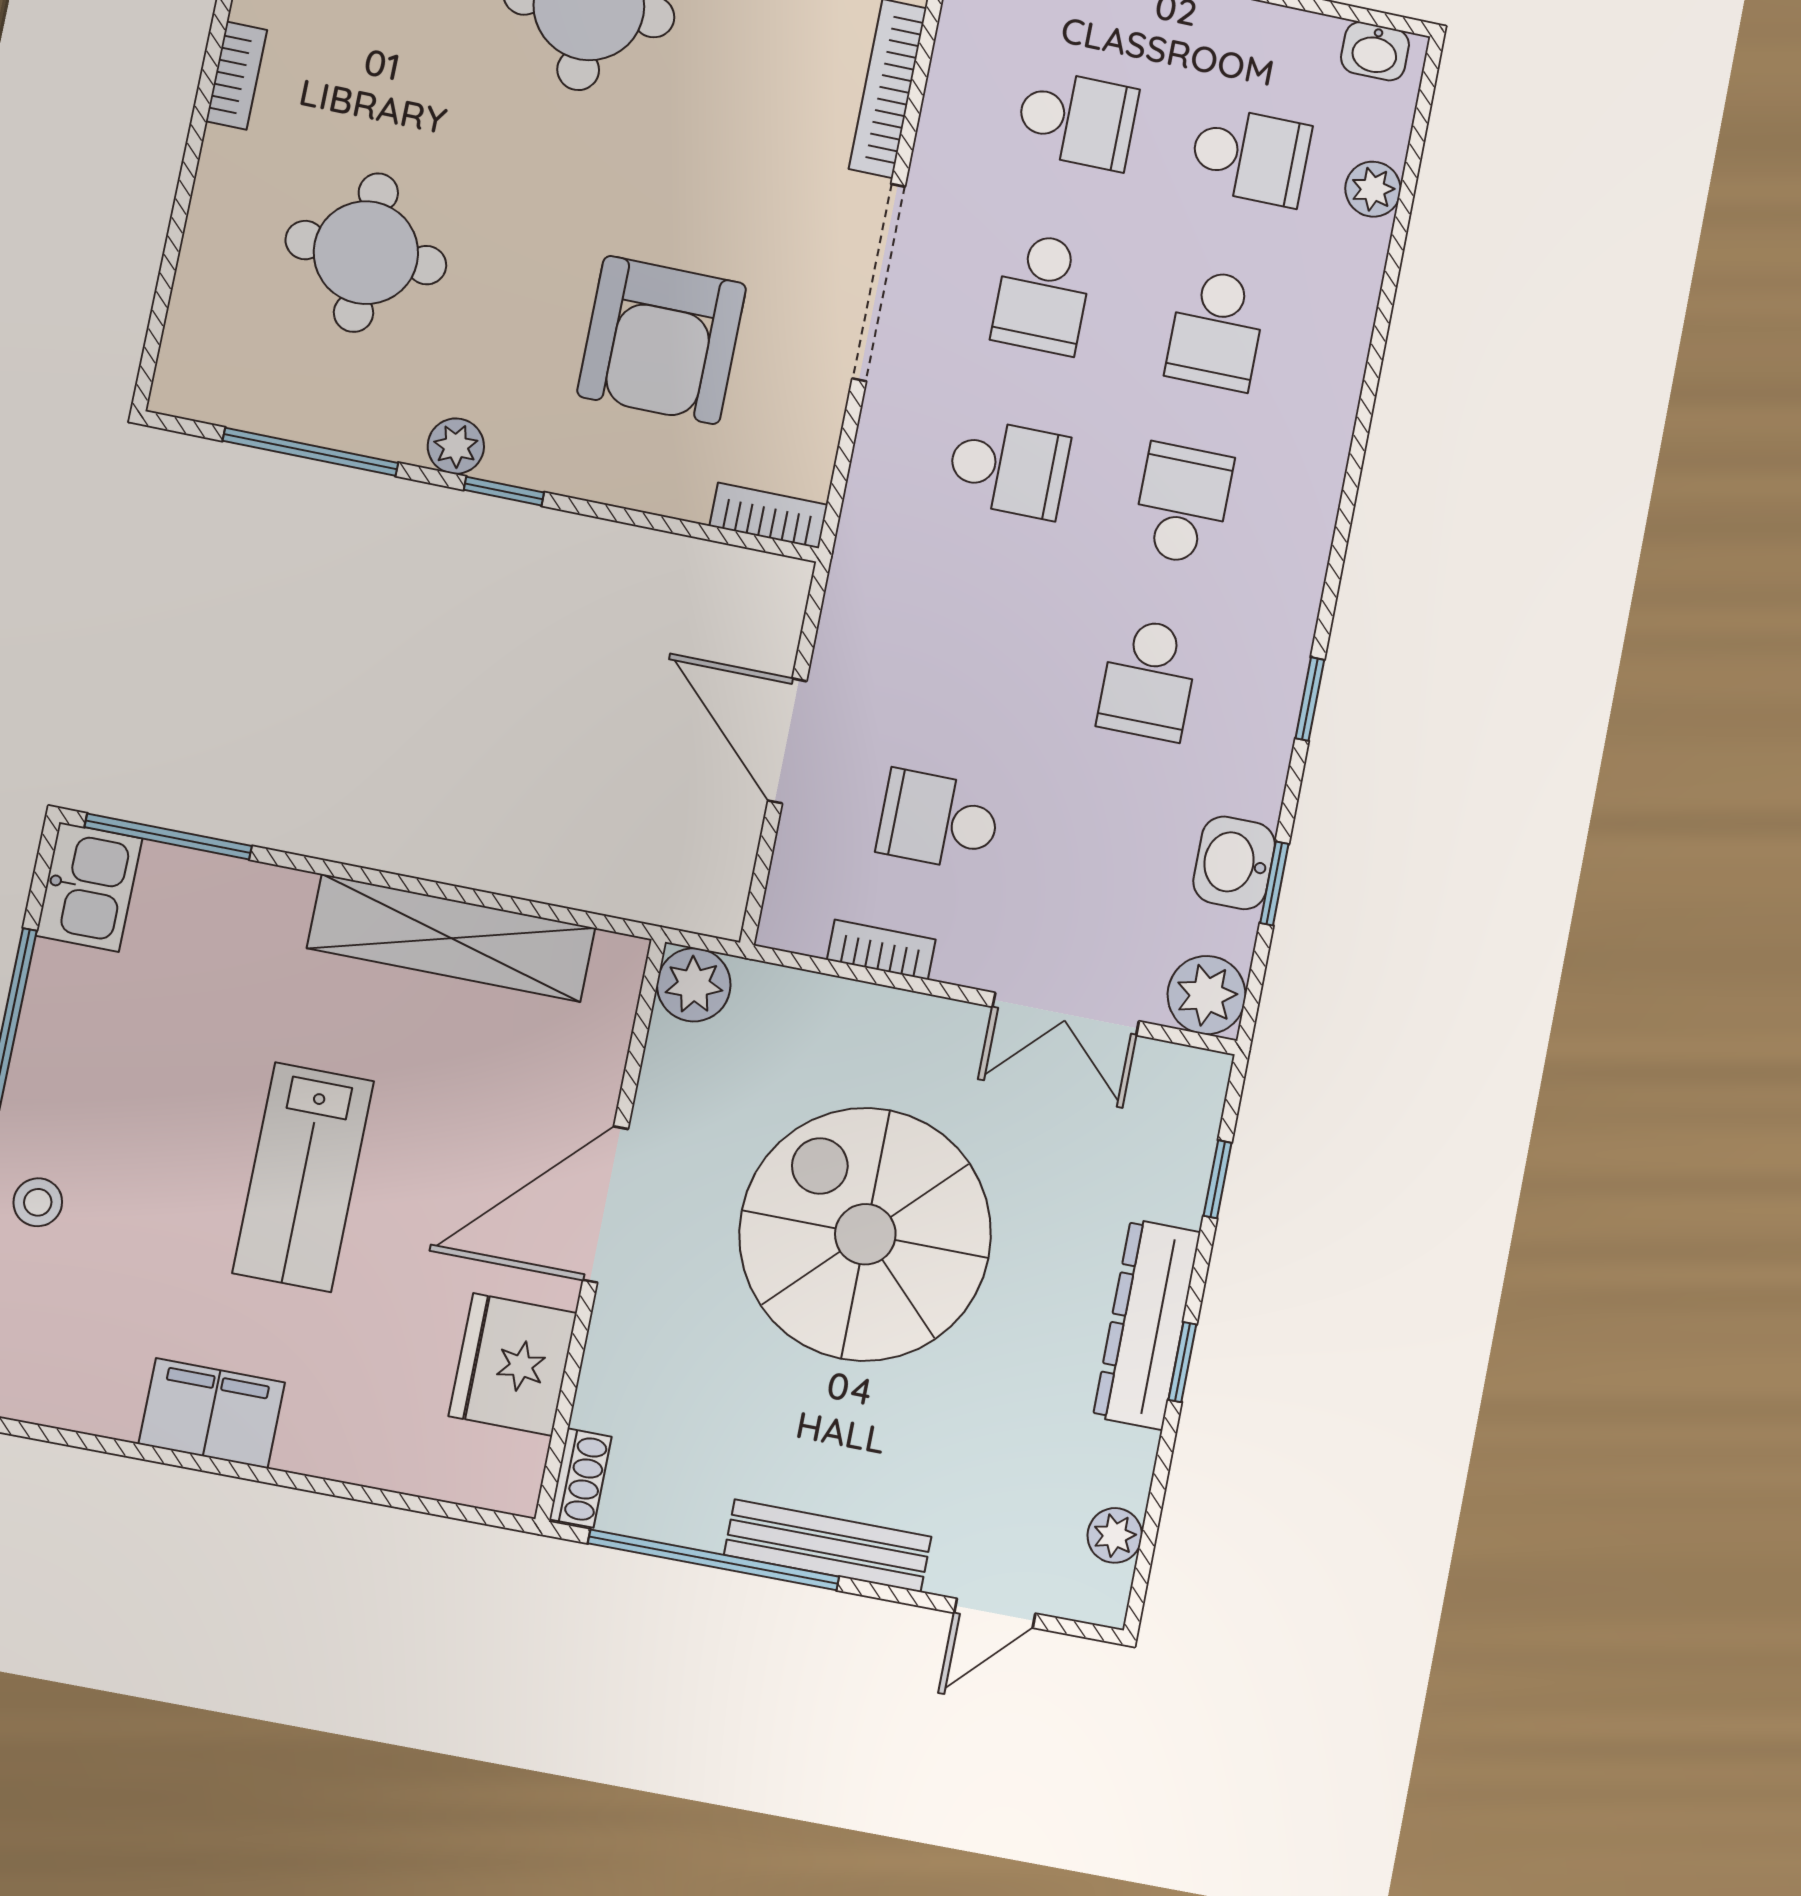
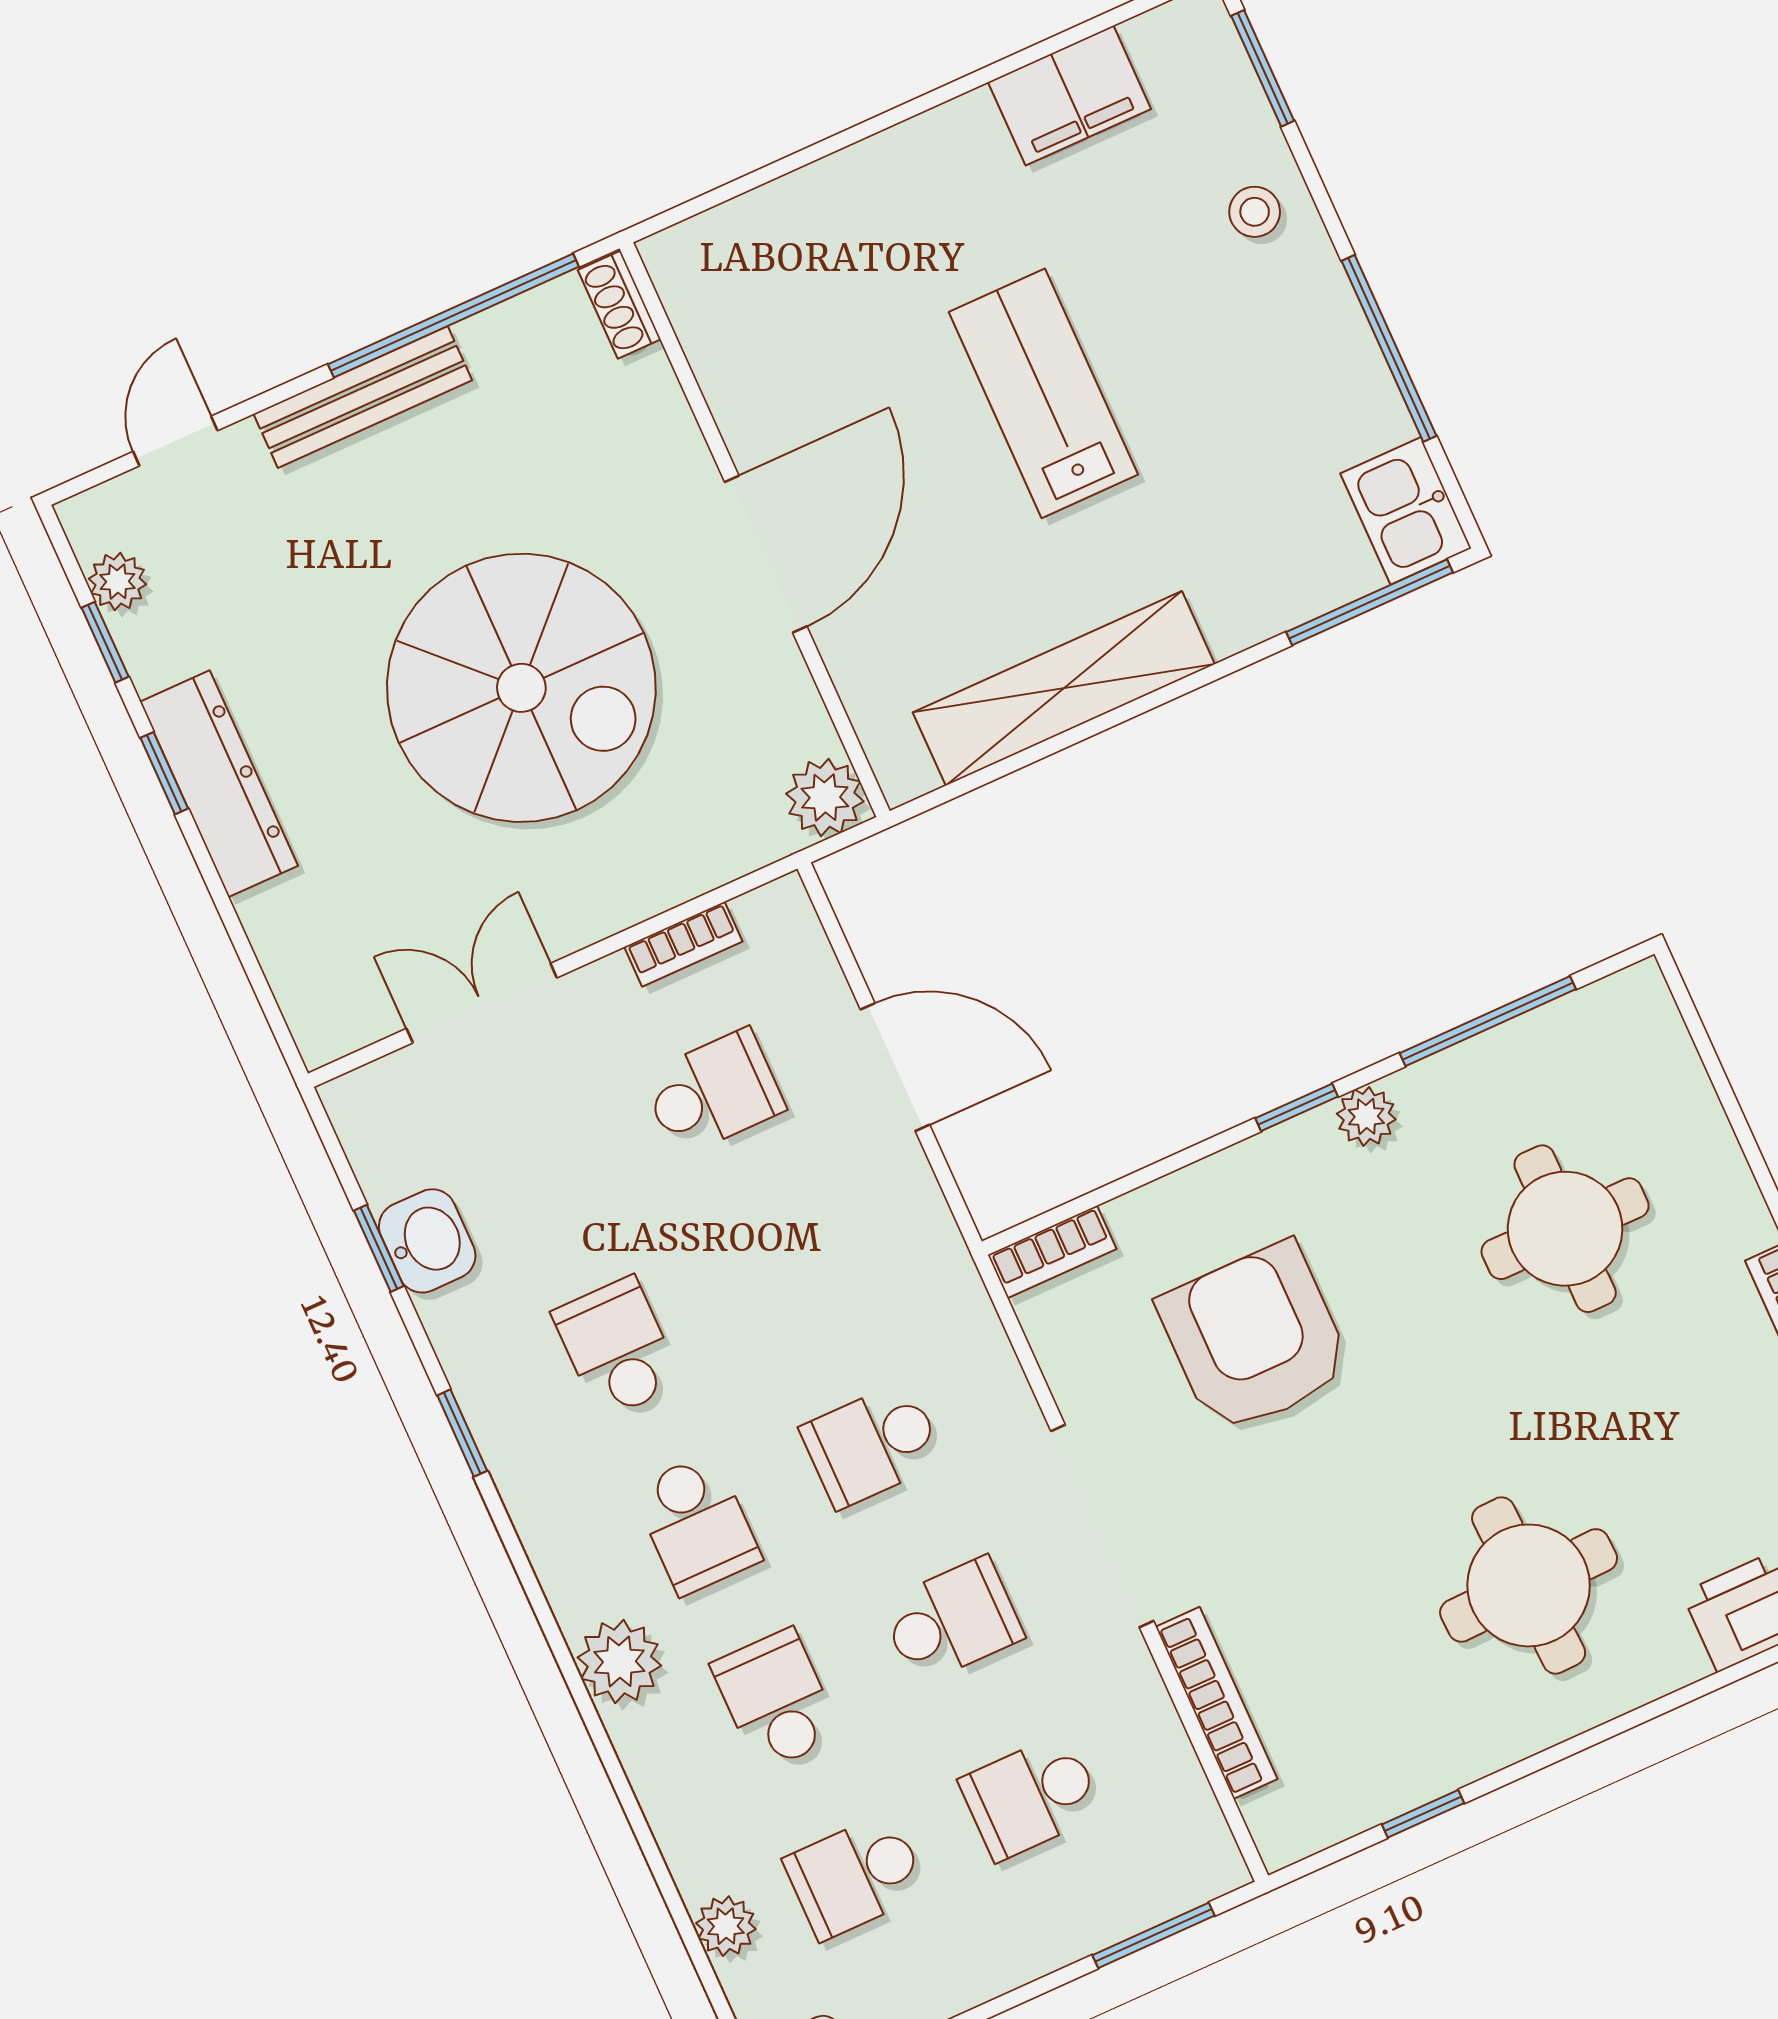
school desk: (1043, 294) -> (952, 1621), turned 90
plant: (1207, 995) -> (619, 1662), moved
window: (1218, 1179) -> (105, 642), moved
fridge: (513, 1365) -> (748, 361), removed
filing cabinet: (212, 1413) -> (1069, 96), moved

